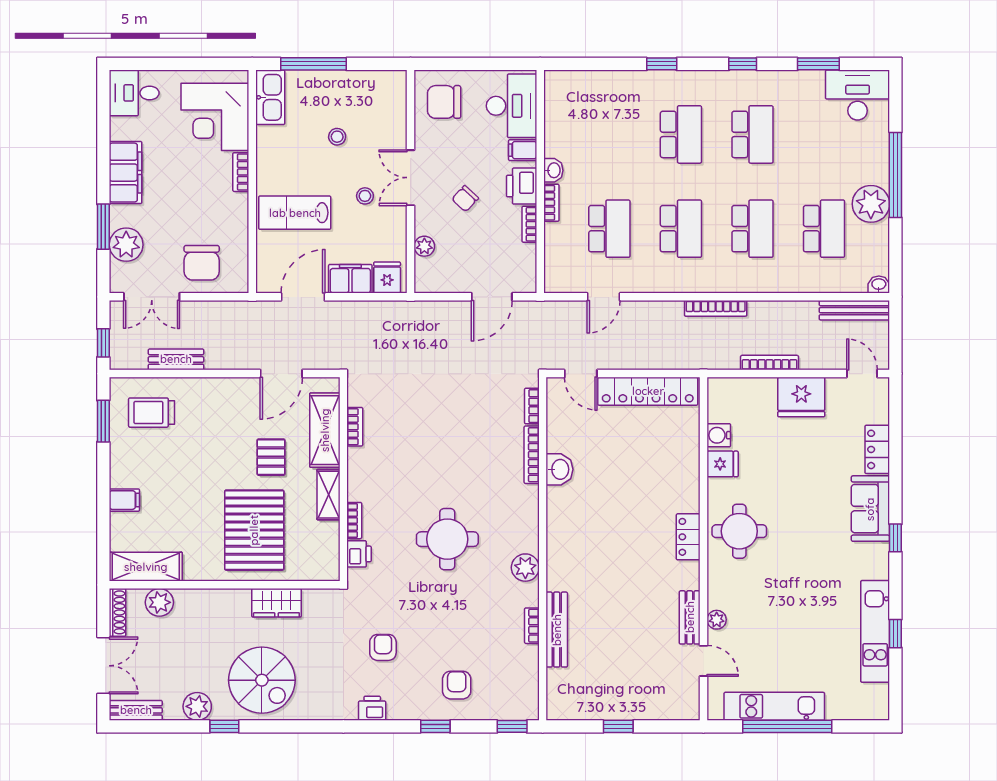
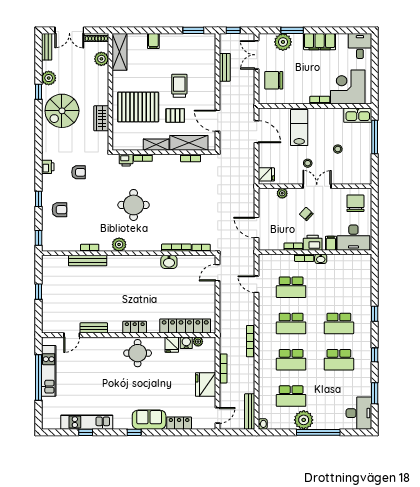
filing cabinet: (350, 279) -> (266, 156), removed
locker: (648, 391) -> (185, 326), moved, turned 90
trolley: (152, 413) -> (179, 86), moved
plant: (717, 620) -> (198, 342), moved

